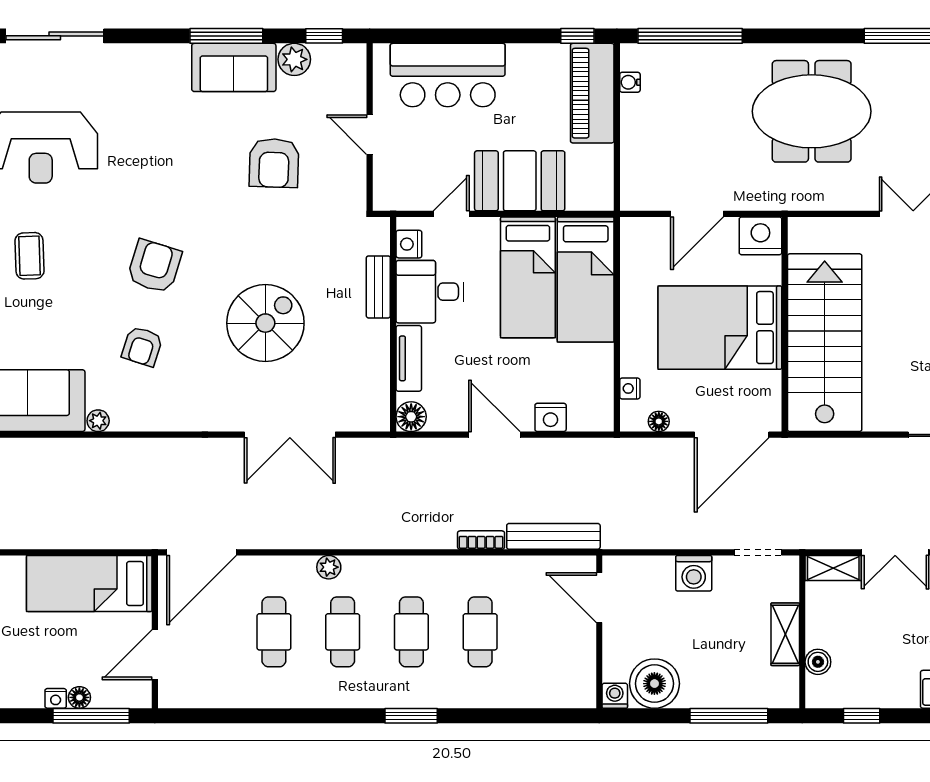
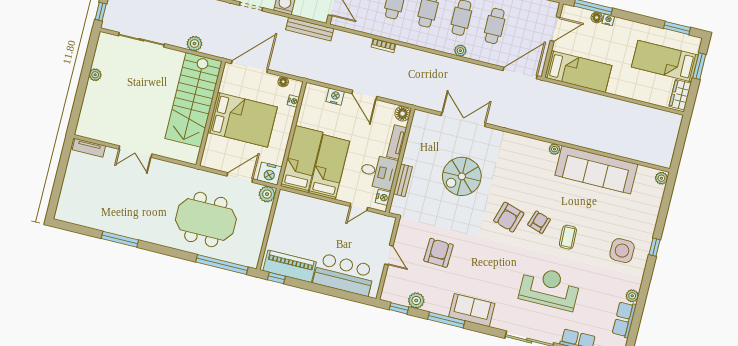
sofa: (234, 67) -> (472, 310), moved
water cooler: (630, 82) -> (257, 249), removed
piano: (592, 93) -> (290, 266), moved, turned -90
meeting table: (812, 111) -> (206, 220), moved
booth: (520, 181) -> (322, 215), removed
plant: (636, 195) -> (267, 194), added
nightstand: (760, 236) -> (270, 174), moved
armchair: (142, 346) -> (539, 222), moved
plant: (850, 453) -> (194, 44), added
bench: (553, 536) -> (310, 29), moved

